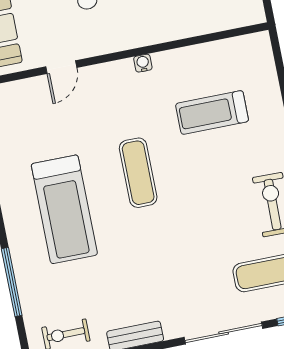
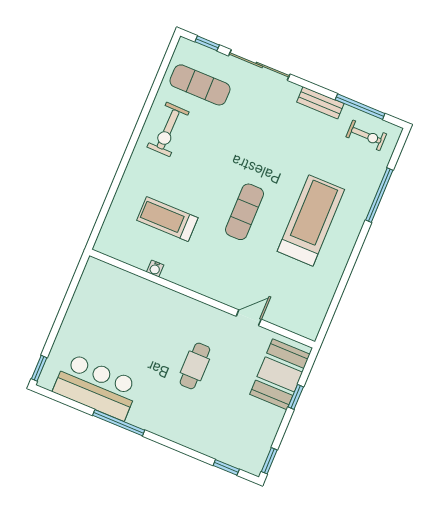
water cooler: (143, 63) -> (155, 269), moved
treadmill: (212, 113) -> (167, 219), turned 180

